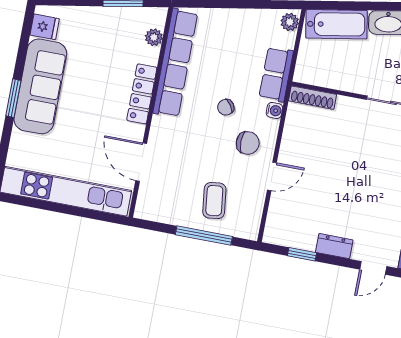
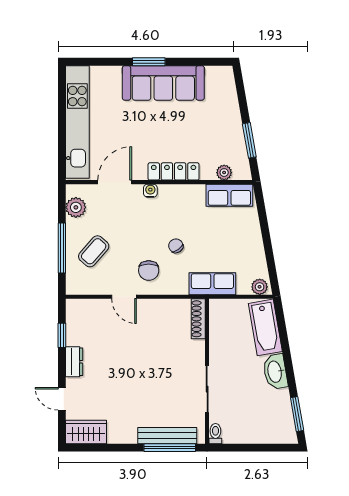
fridge: (45, 27) -> (215, 77), removed
row of seats: (175, 63) -> (229, 195), width x0.50
water cooler: (274, 110) -> (150, 191), moved, turned 180
coffee table: (214, 201) -> (94, 251), turned -42
plant: (161, 211) -> (76, 207), added

